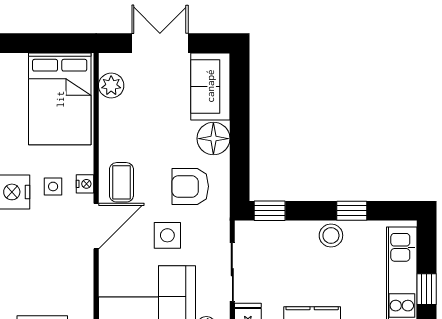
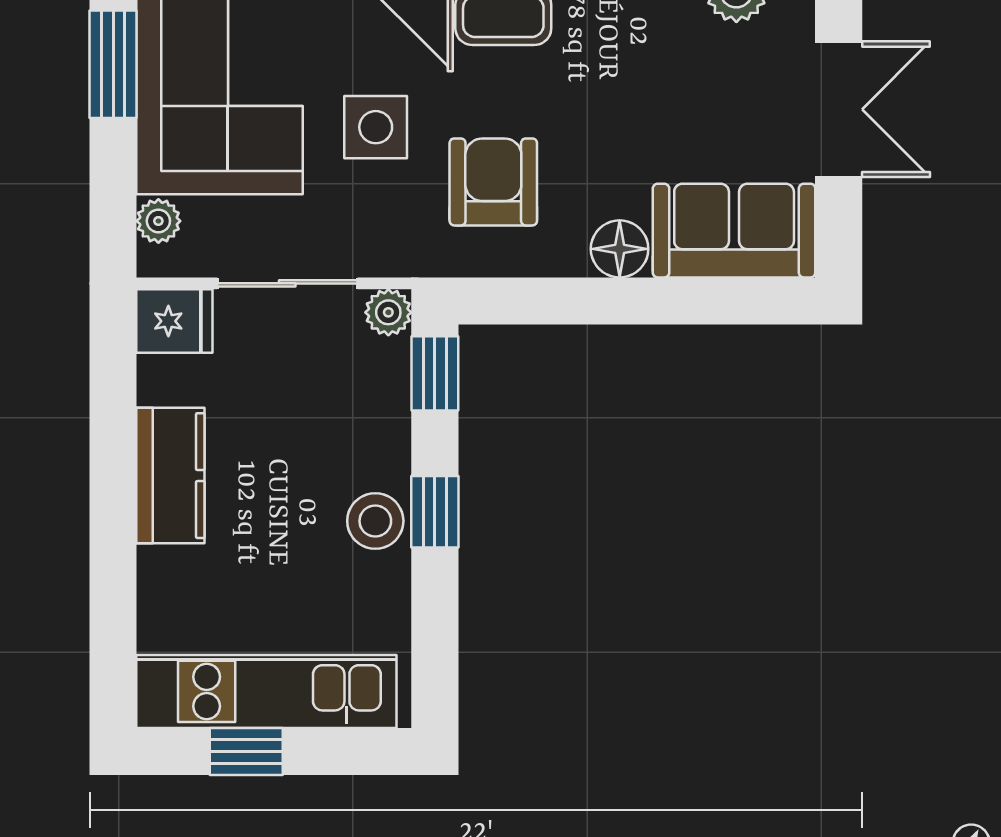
floor lamp: (213, 139) -> (620, 249), width x0.73, depth x0.73
window: (352, 211) -> (435, 512), moved
plant: (244, 230) -> (388, 312), added

